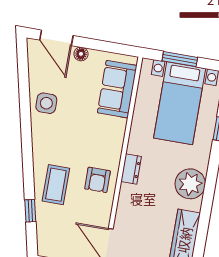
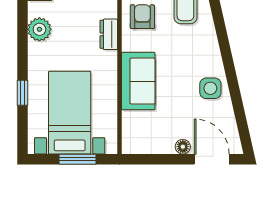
sofa: (117, 89) -> (138, 81), moved
plant: (190, 184) -> (39, 29), width x0.73, depth x0.73

